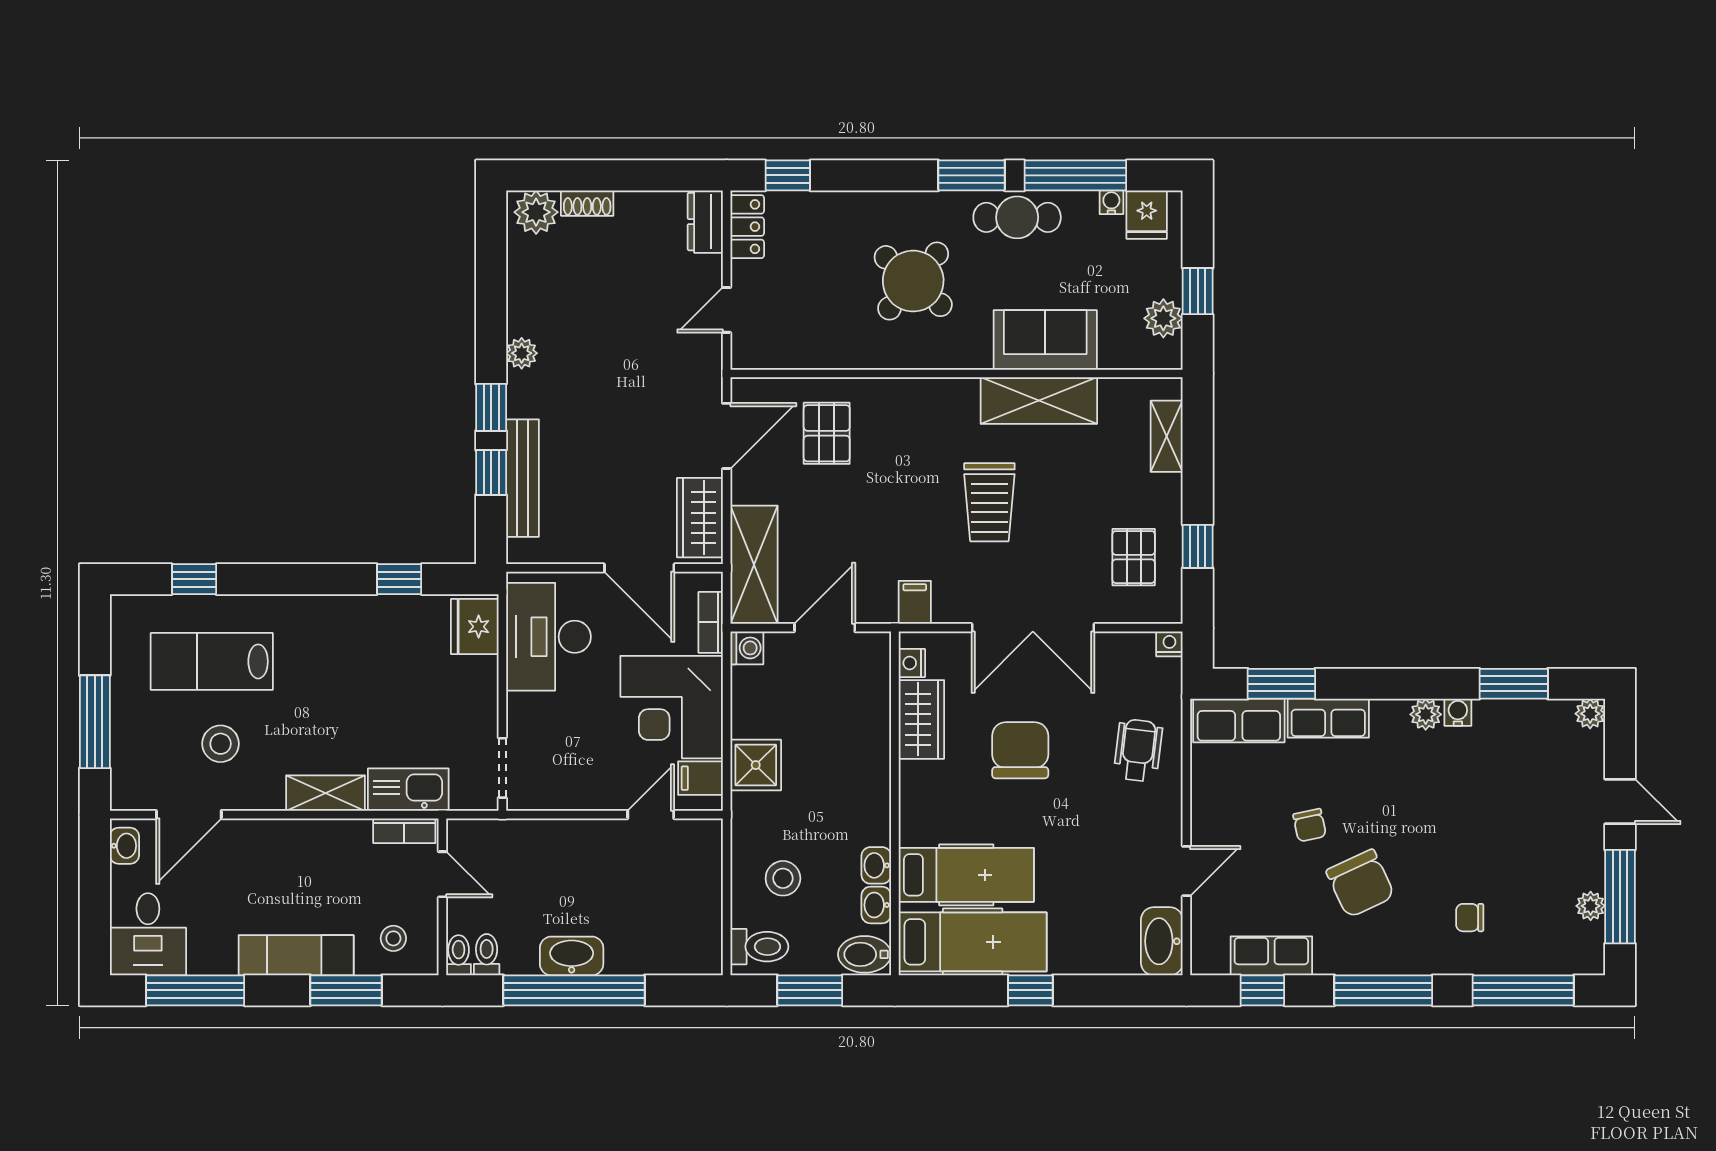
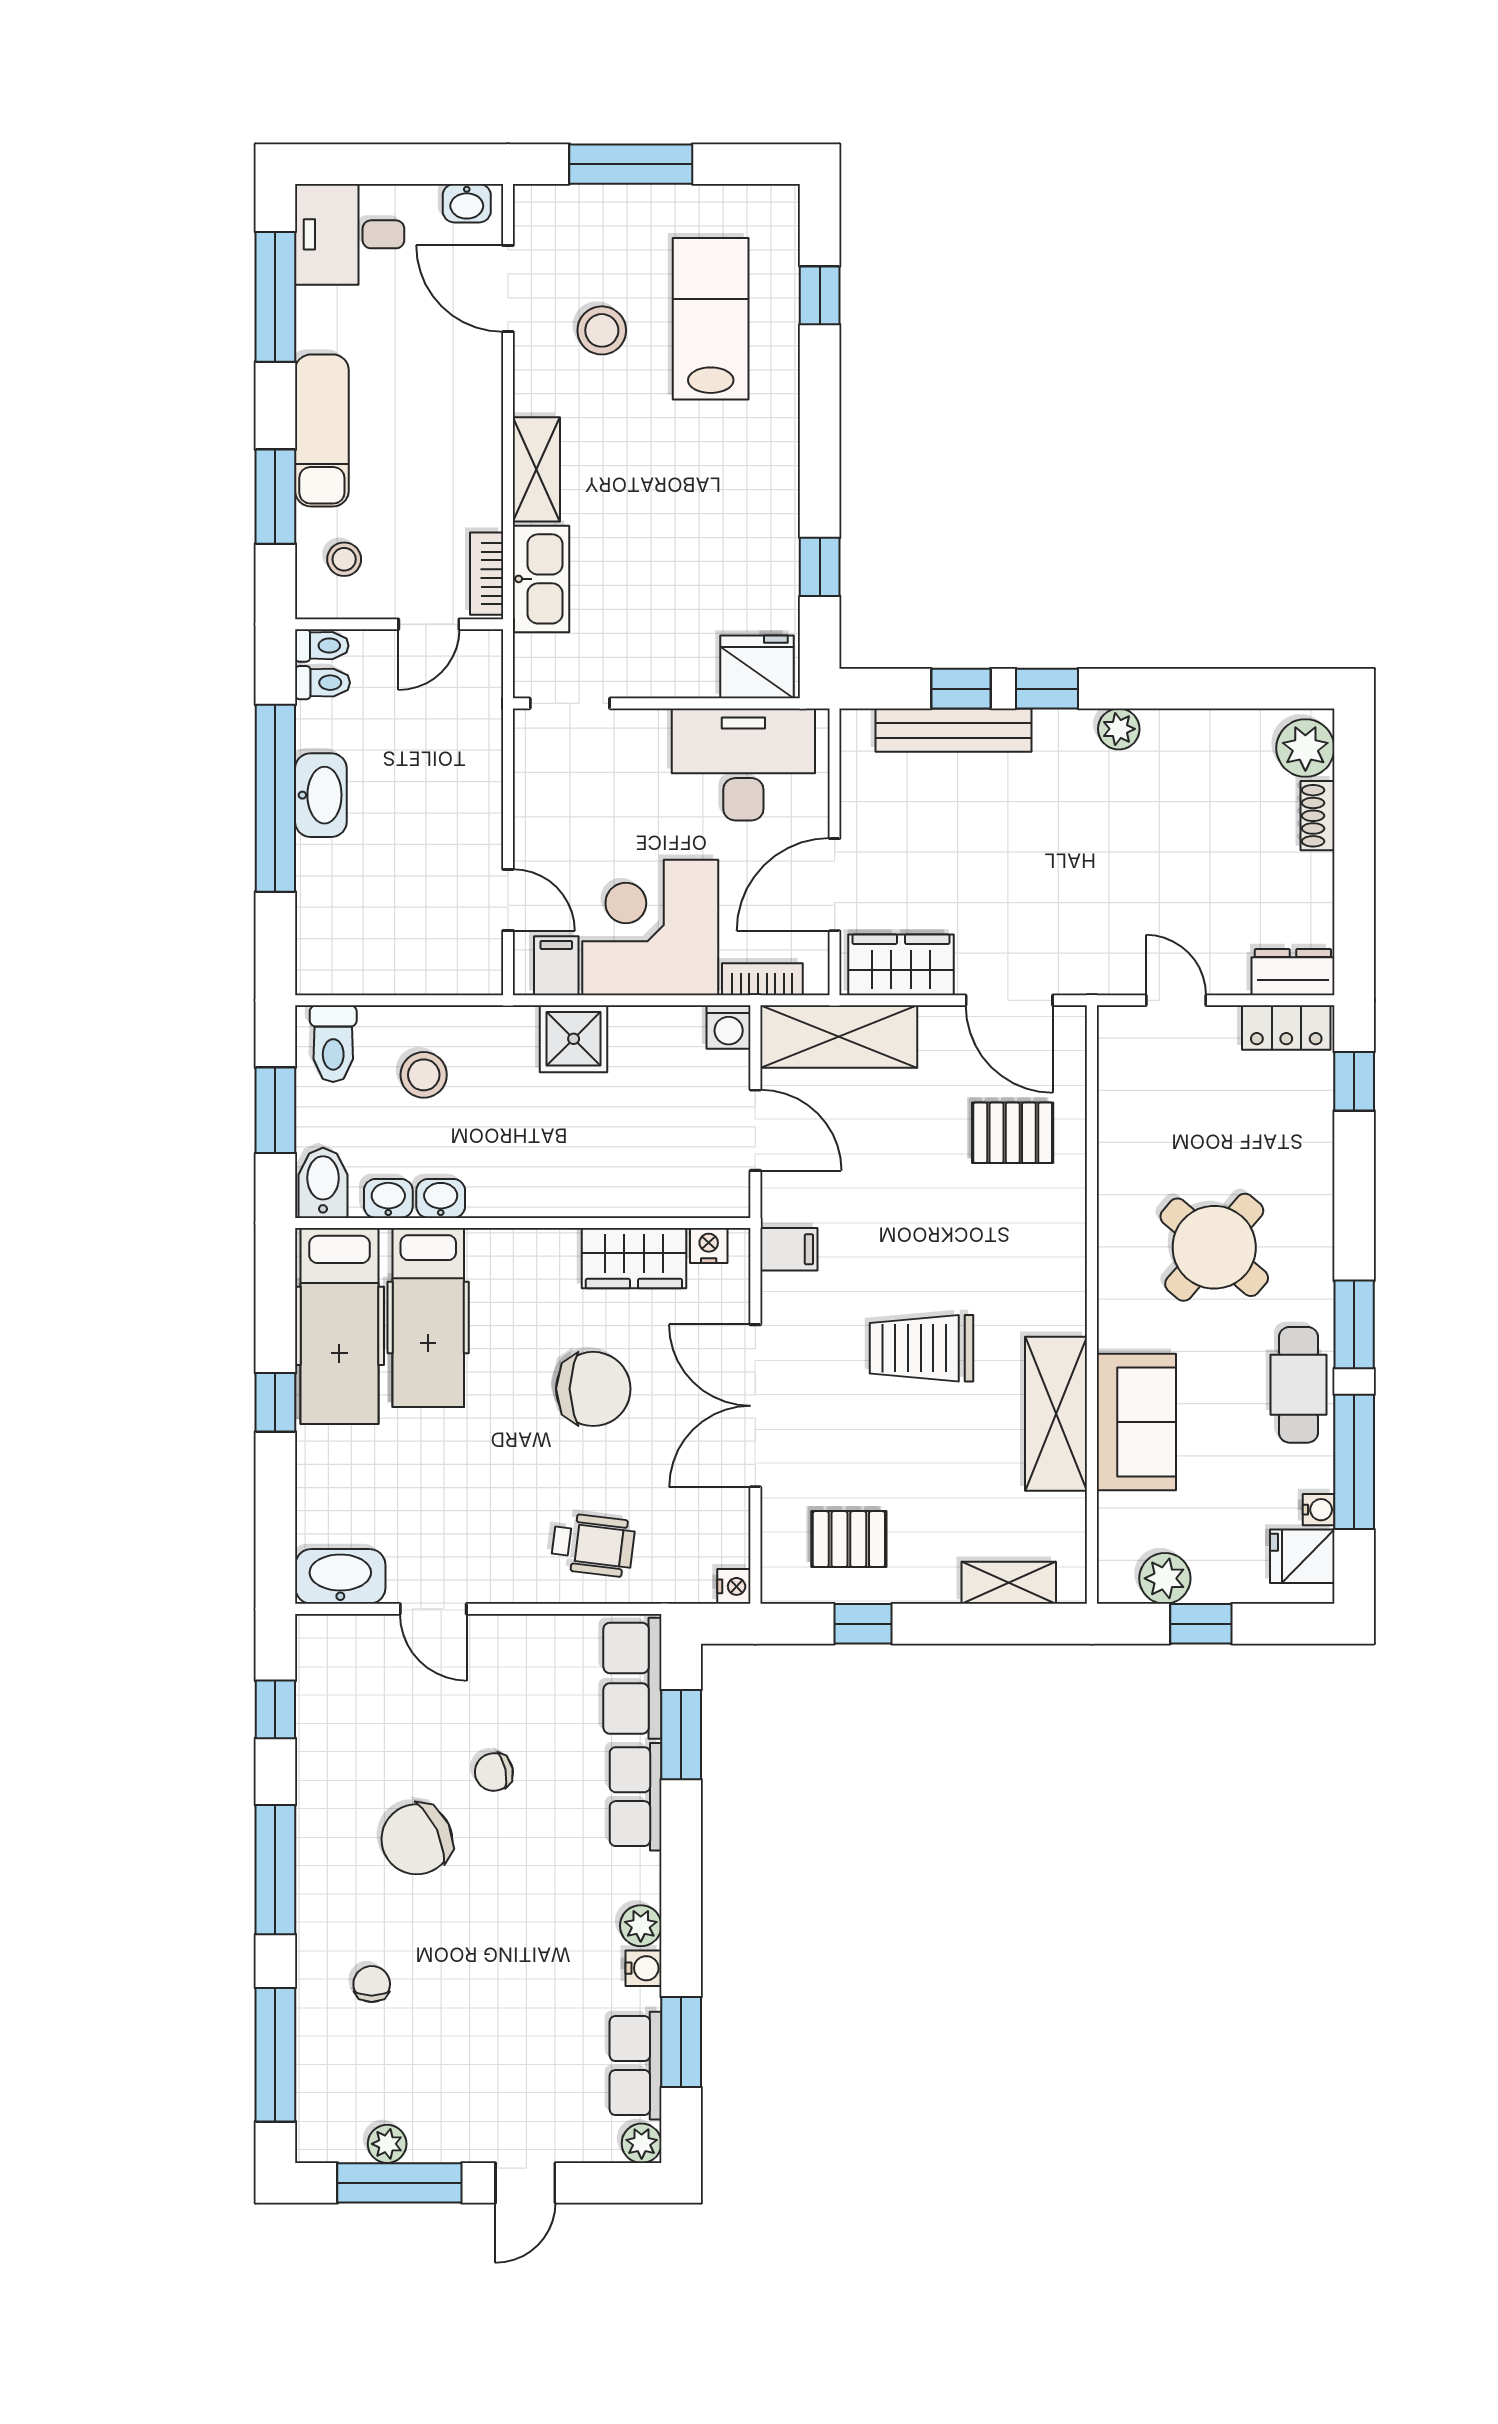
row of seats: (1271, 956) -> (636, 2066), moved, turned 180

